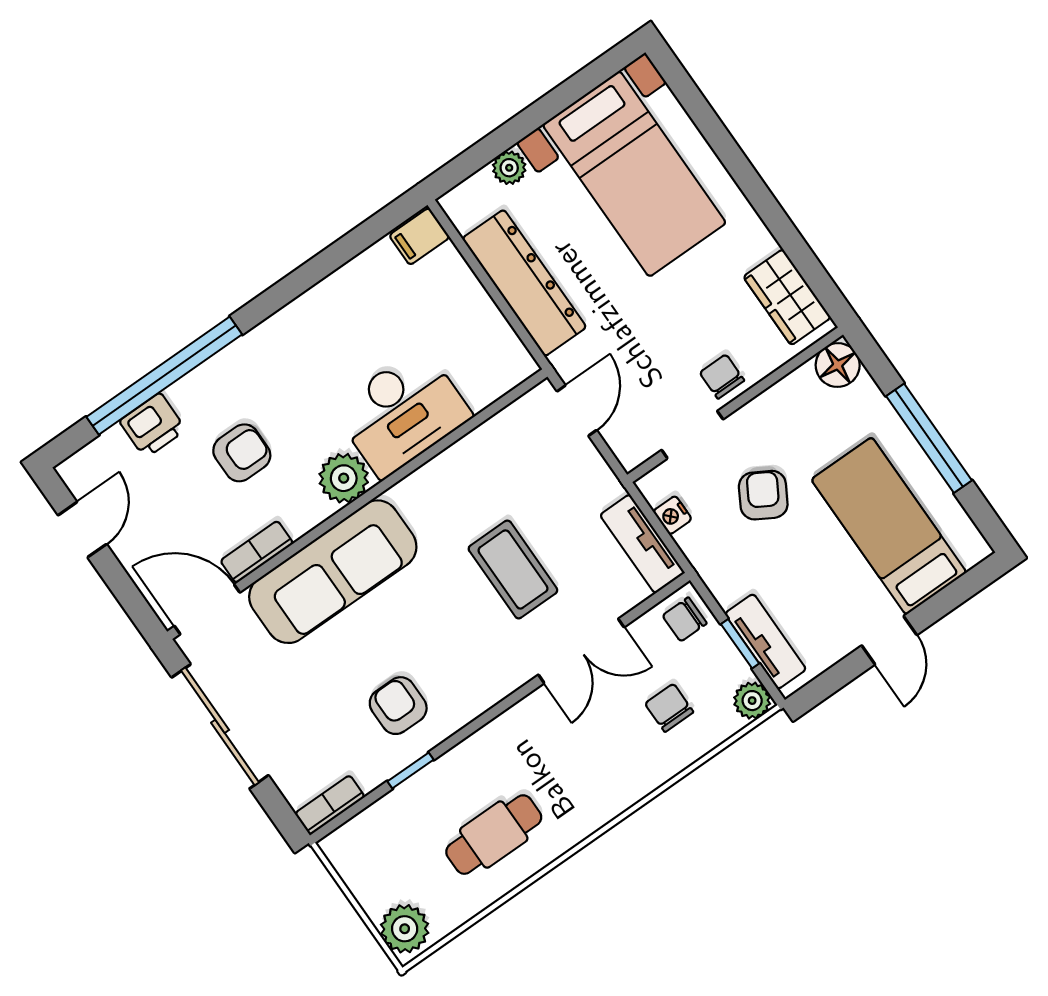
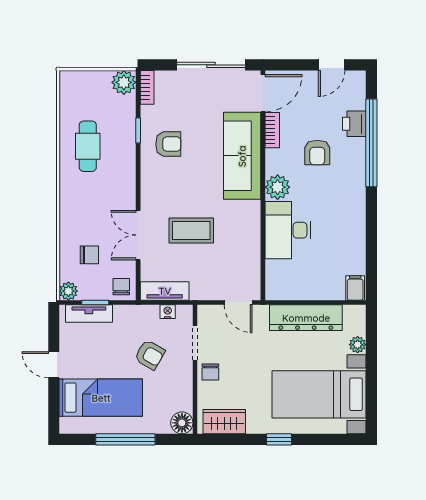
window: (754, 188) -> (279, 439), added
chair: (722, 377) -> (210, 372), turned 90
door: (82, 530) -> (332, 65), hinge flipped
plant: (405, 929) -> (124, 82), moved

